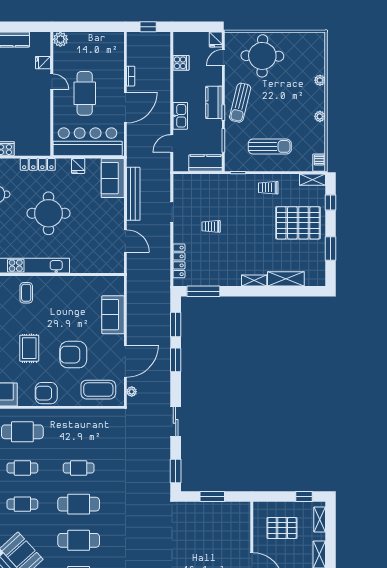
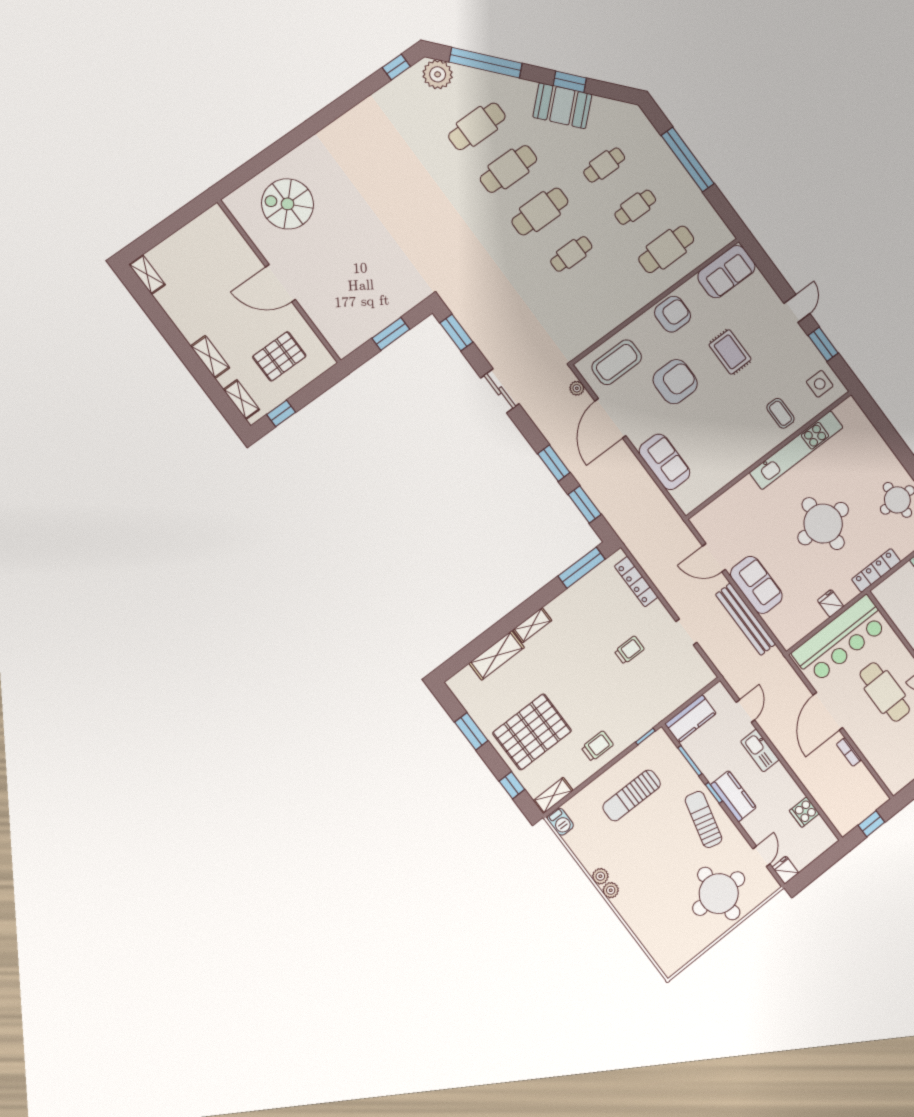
plant: (320, 80) -> (611, 890), moved
sofa: (113, 178) -> (756, 585), moved

